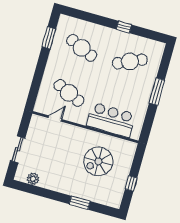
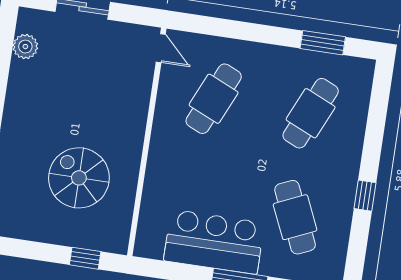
door: (55, 119) -> (161, 48), moved
bar counter: (111, 120) -> (214, 242), moved, turned -90
window: (131, 183) -> (85, 258), moved

